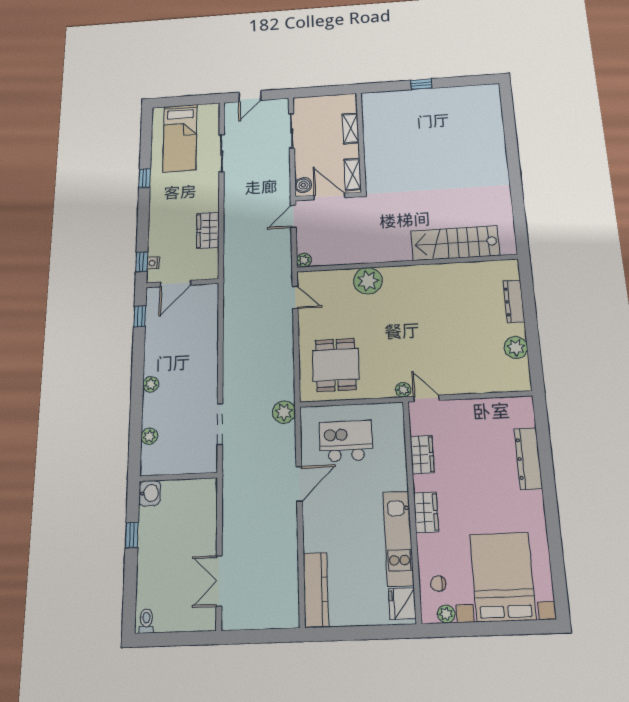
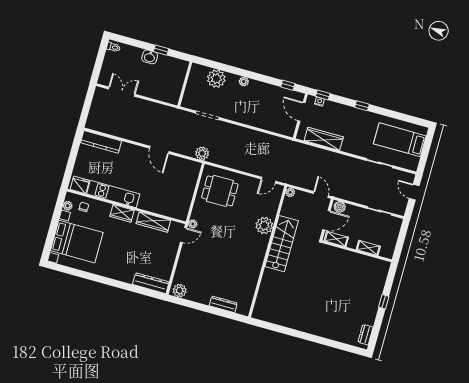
dresser: (478, 92) -> (366, 335), added
window: (145, 178) -> (362, 106), moved
wardrobe: (208, 230) -> (324, 139), width x1.50
stairs: (455, 243) -> (282, 244), moved
plant: (516, 347) -> (180, 291), moved
plant: (149, 436) -> (216, 79), width x1.88, depth x1.88
kitchen island: (346, 441) -> (174, 183), removed
wardrobe: (422, 455) -> (153, 222), width x1.50
dresser: (528, 459) -> (151, 283), moved
washbasin: (150, 493) -> (150, 57), moved

